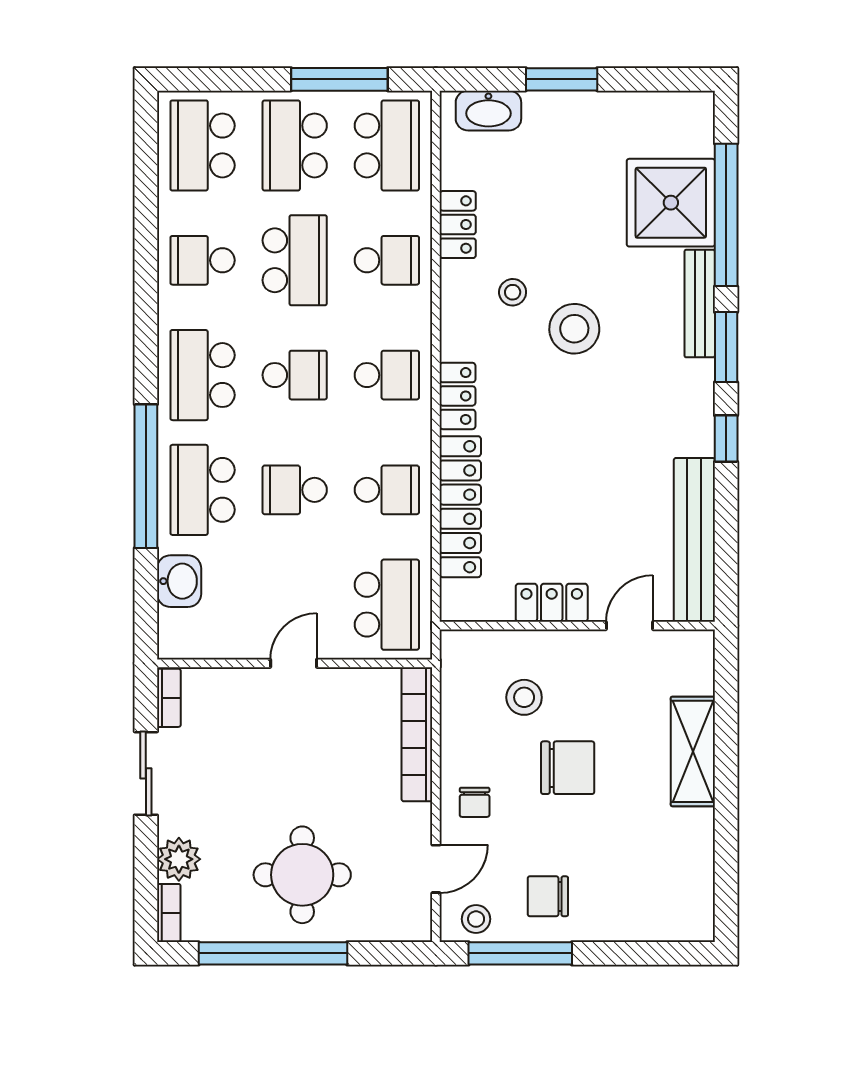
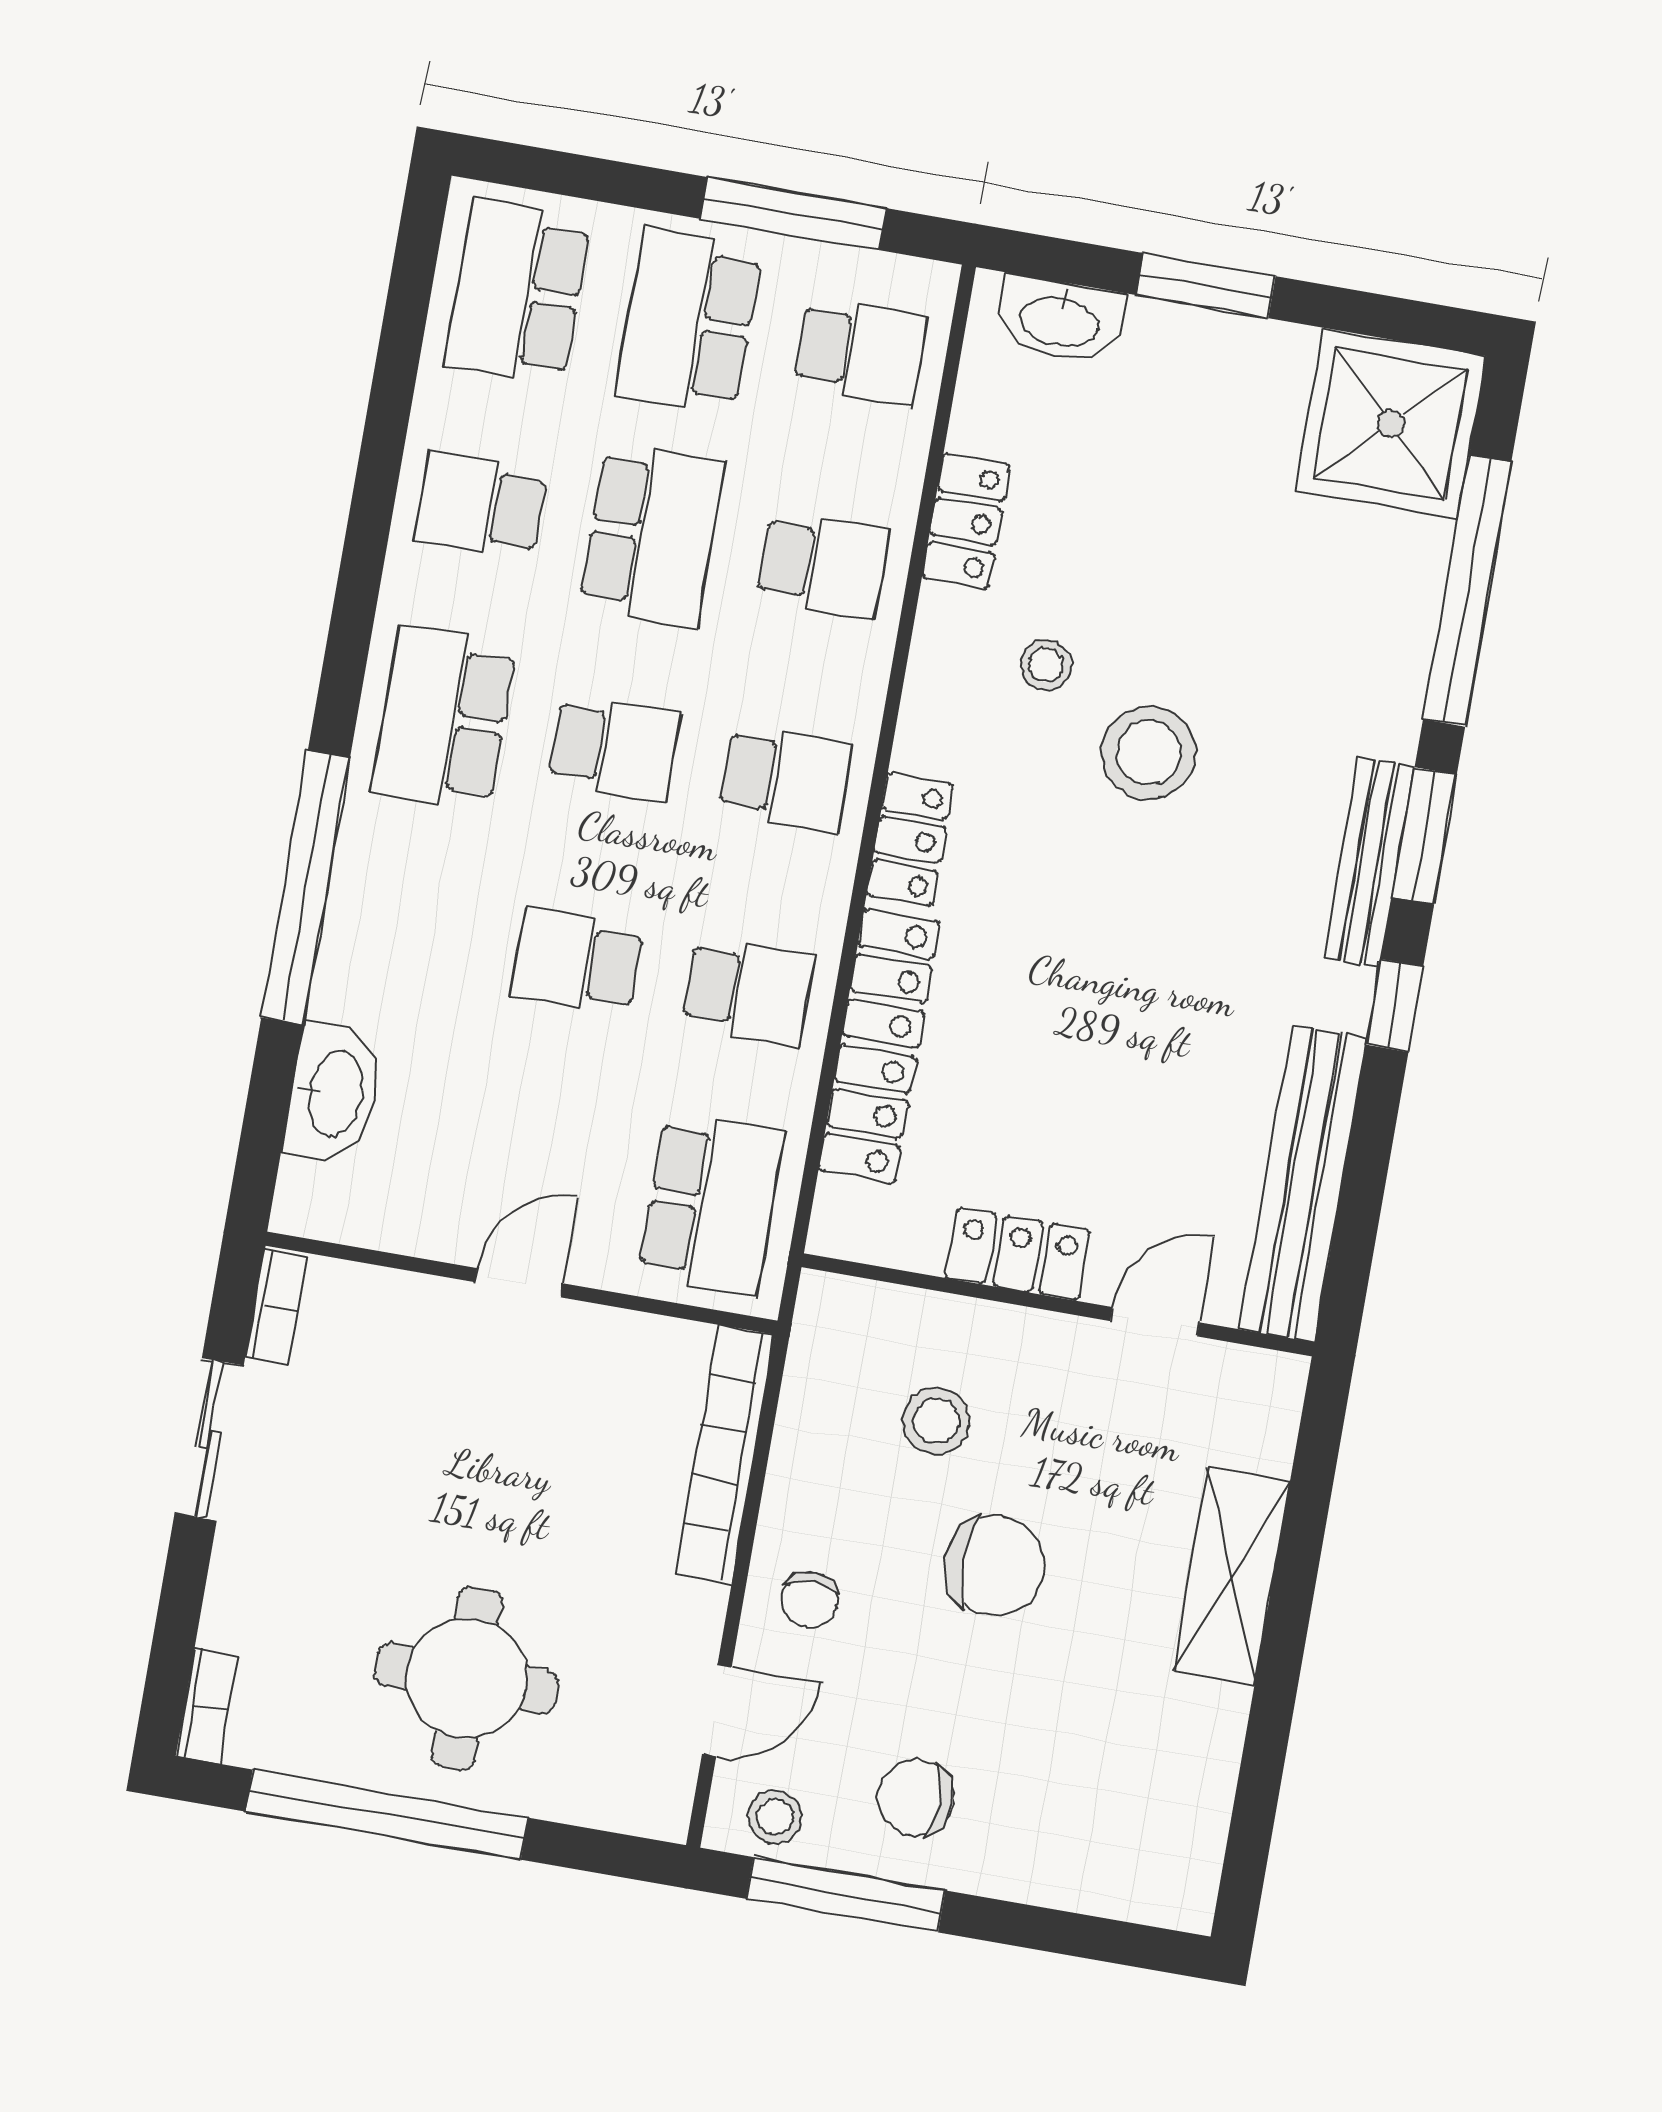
school desk: (387, 145) -> (860, 352), width x0.54
shower: (671, 203) -> (1391, 423), moved
bench: (700, 304) -> (1369, 862), moved
school desk: (203, 490) -> (406, 931), removed
washbasin: (179, 581) -> (333, 1093), width x1.38
plant: (179, 859) -> (243, 1609), removed

